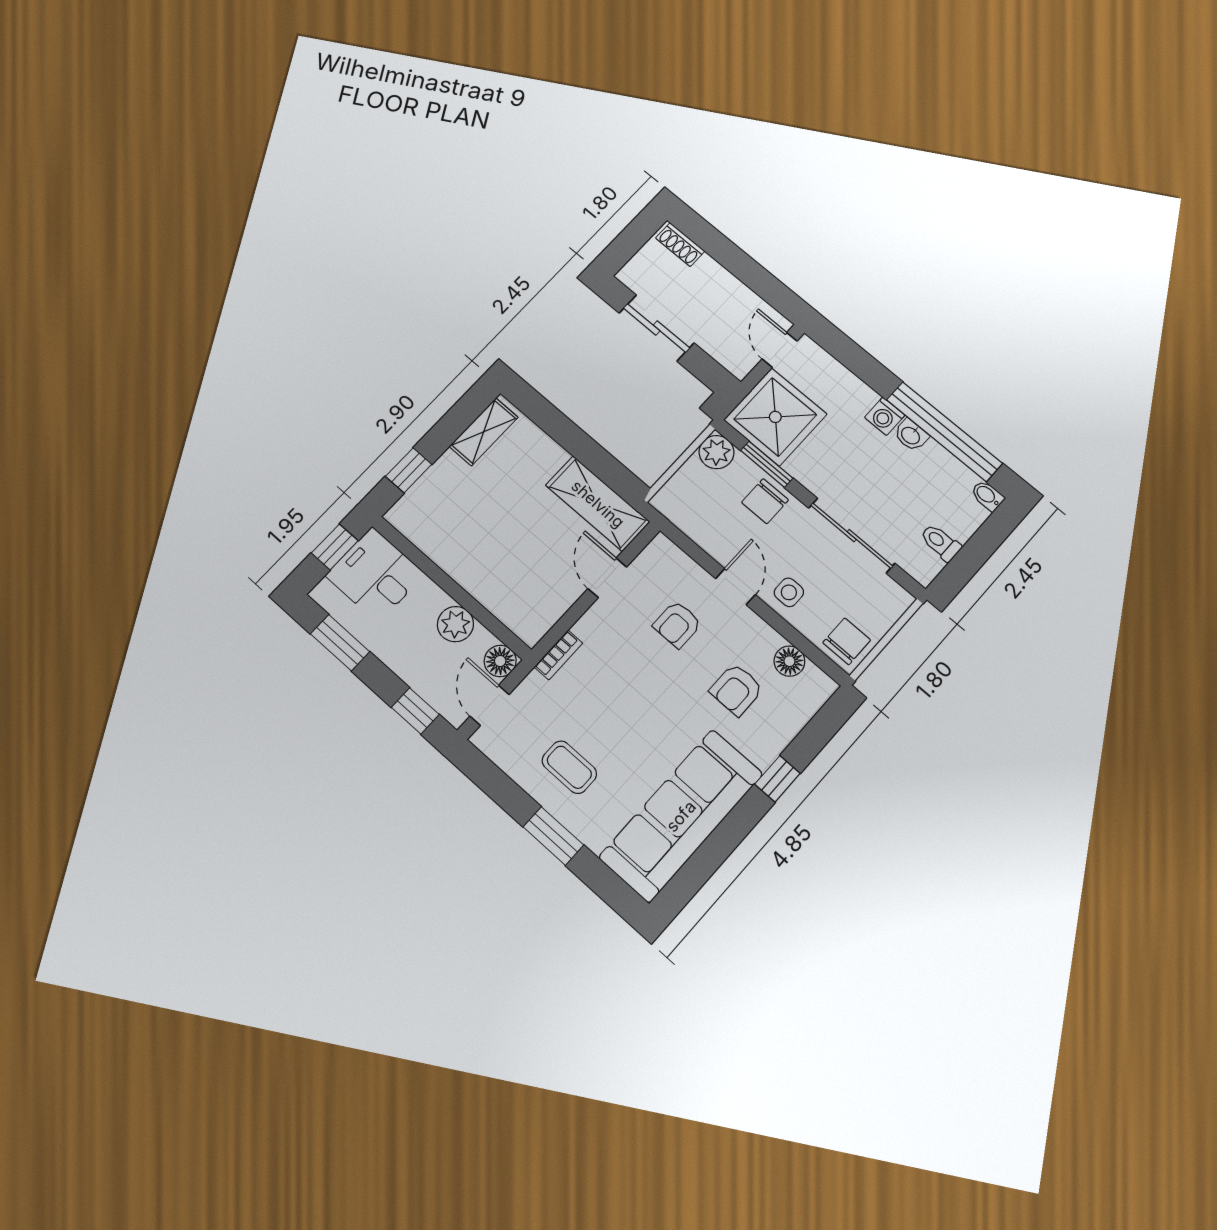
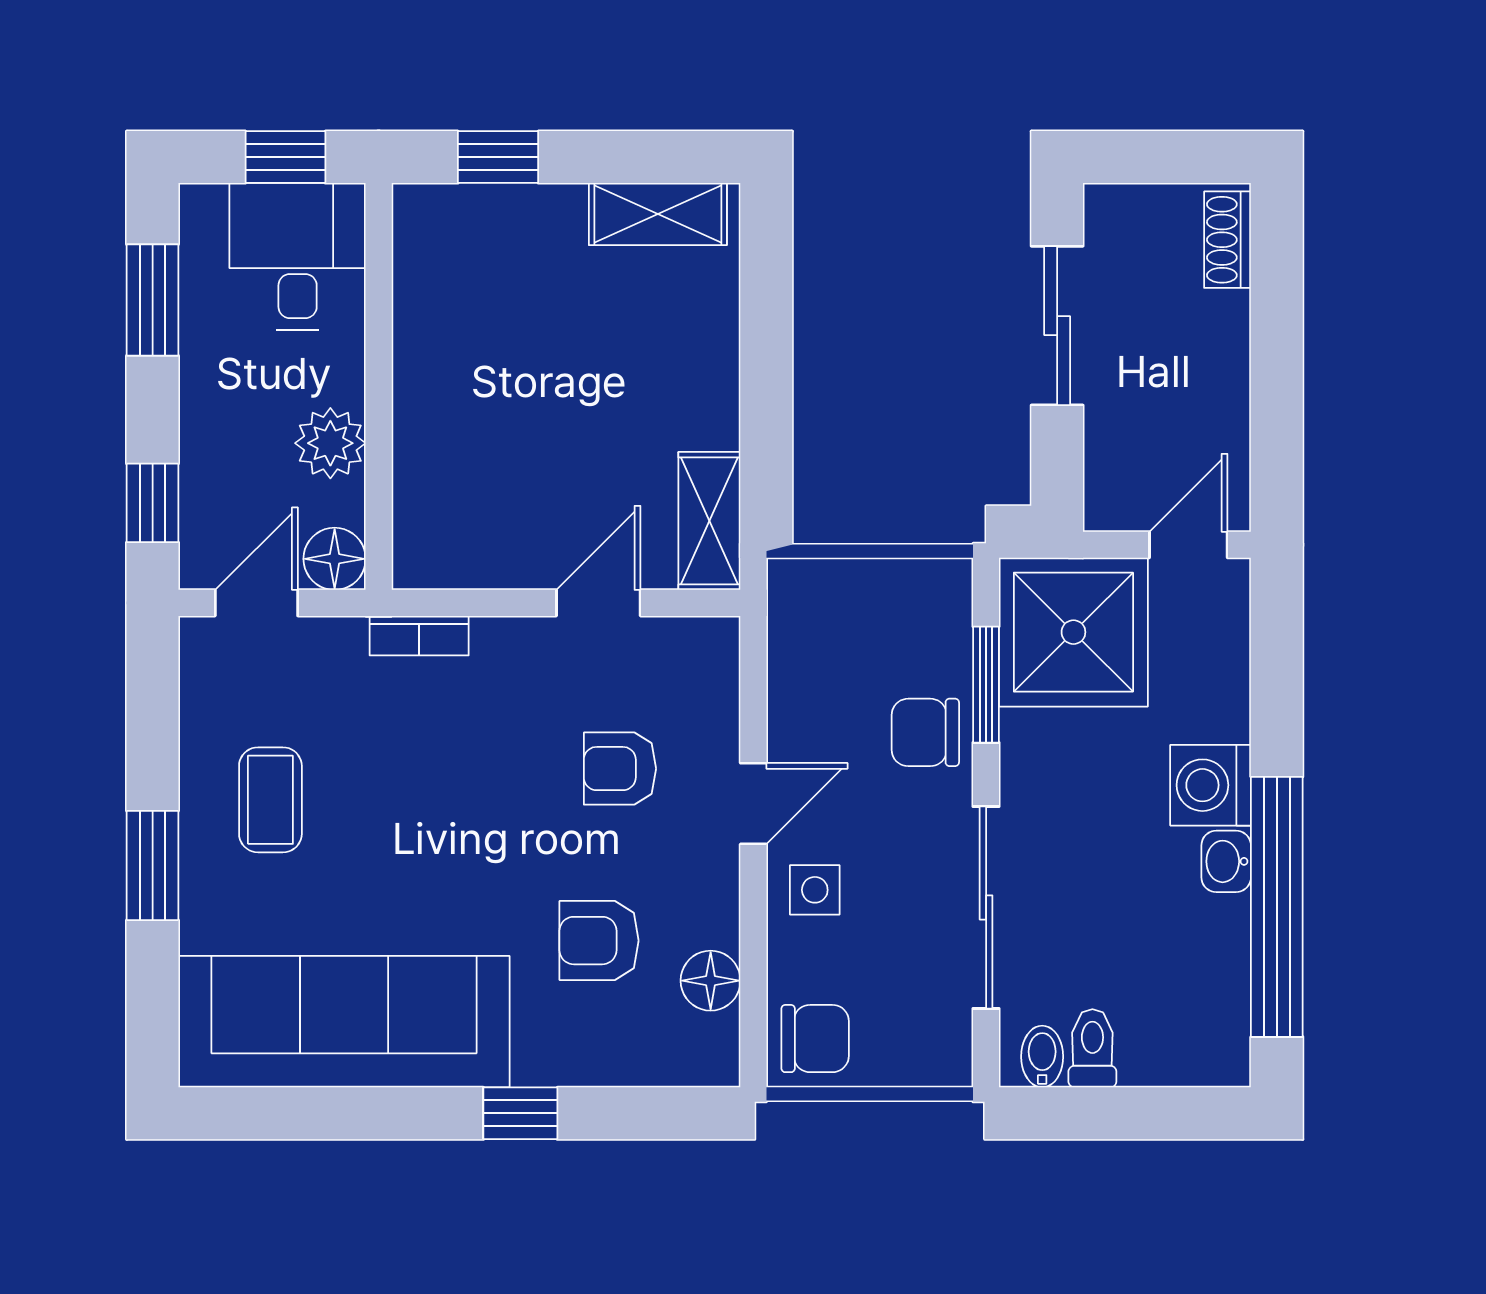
washing machine: (885, 416) -> (1211, 785), width x1.38, depth x1.38
plant: (717, 452) -> (938, 593), removed
bidet: (987, 496) -> (1042, 1057), moved
shelving: (598, 504) -> (709, 521), width x0.67, depth x0.75

